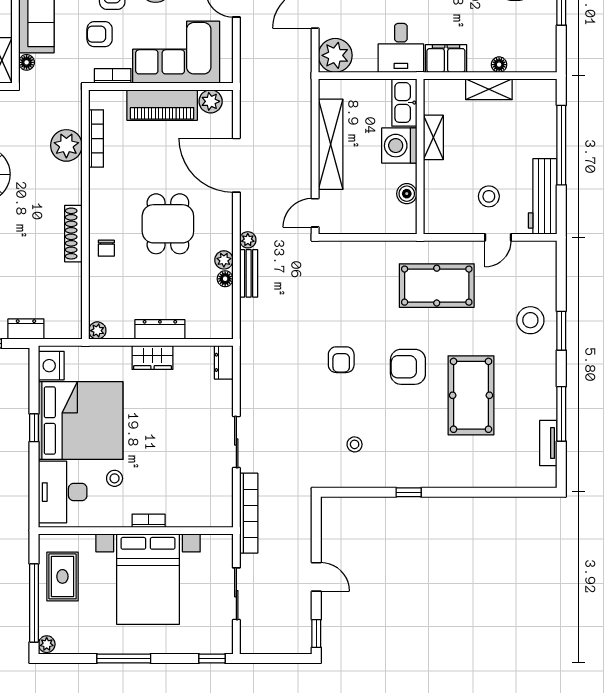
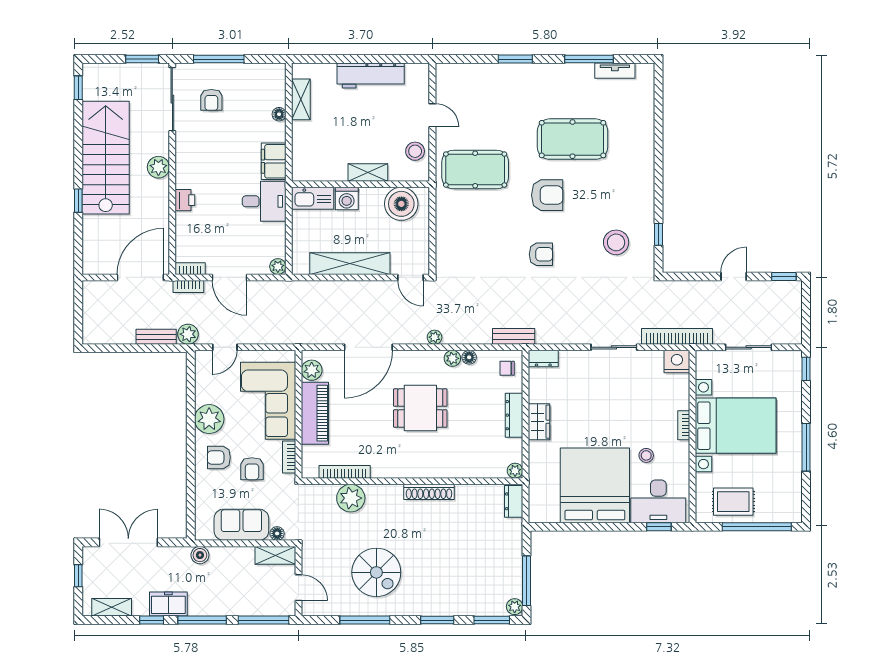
plant: (335, 55) -> (278, 267), width x0.53, depth x0.53
shelving: (489, 89) -> (301, 99), moved
shelving: (433, 137) -> (368, 172), moved
window: (561, 145) -> (351, 59), removed
washing machine: (399, 146) -> (347, 199), width x0.73, depth x0.73
boiler: (407, 194) -> (401, 204), width x1.86, depth x1.86
stool: (489, 196) -> (415, 151), moved
workbench: (543, 196) -> (371, 76), moved
chair: (106, 248) -> (507, 368), moved, turned 180
bench: (249, 273) -> (514, 336), moved
pool table: (437, 286) -> (475, 170), turned 90
stool: (530, 320) -> (506, 86), removed
dresser: (26, 329) -> (514, 501), moved
nightstand: (51, 366) -> (677, 362), moved, turned 180
armchair: (408, 367) -> (547, 195), turned -90
window: (34, 428) -> (659, 527), moved
stool: (355, 444) -> (616, 242), width x1.89, depth x1.89
window: (409, 492) -> (659, 234), moved
plant: (47, 644) -> (793, 516), removed

